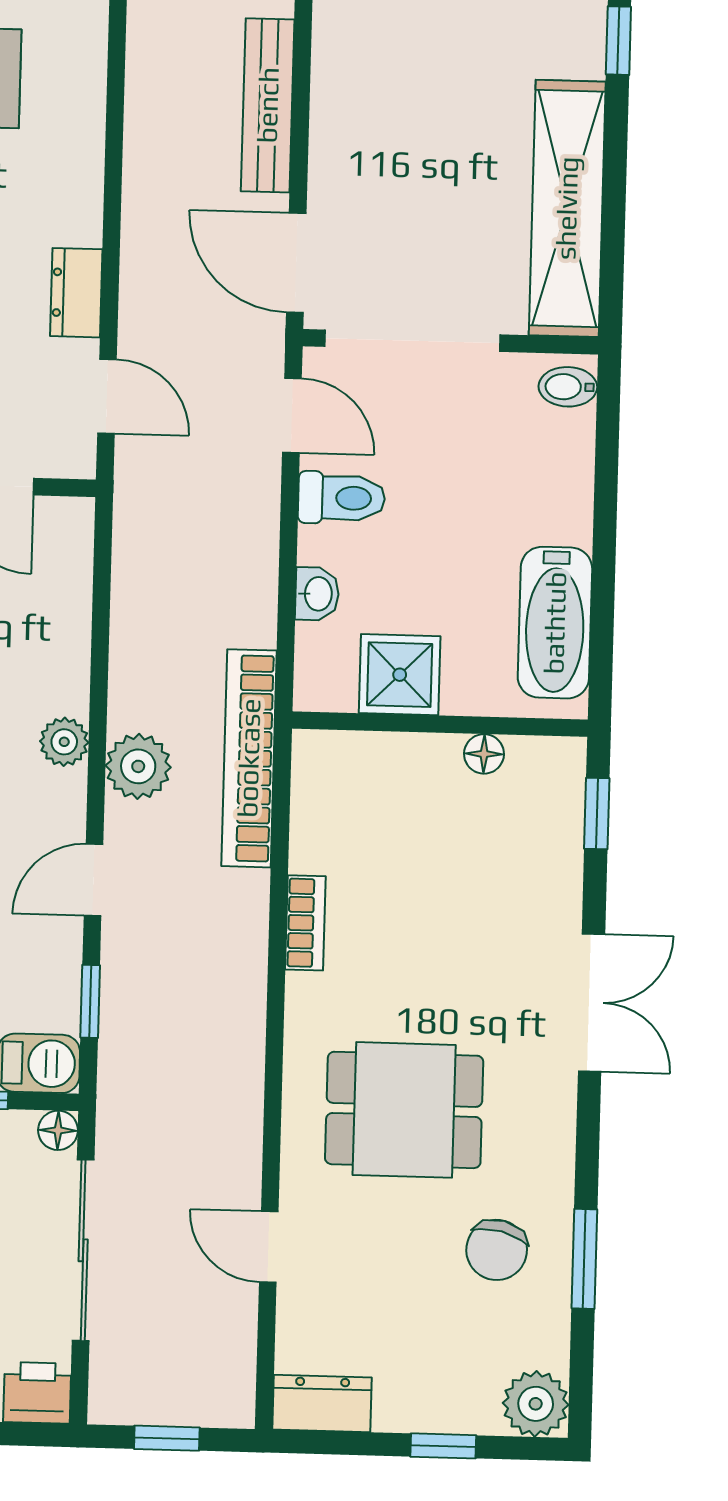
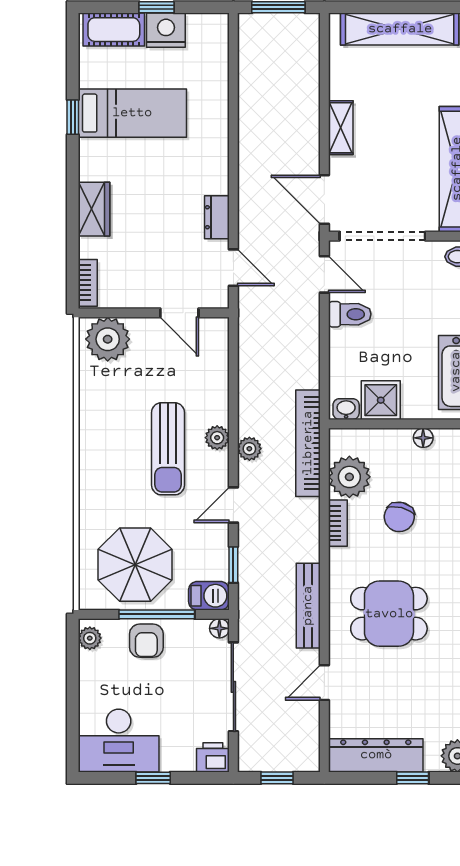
bench: (268, 105) -> (308, 606), moved
shelving: (334, 117) -> (341, 128), added
washbasin: (317, 594) -> (346, 409), moved, turned -90
plant: (138, 766) -> (249, 449), width x0.73, depth x0.73
plant: (331, 829) -> (349, 477), added
door: (269, 1247) -> (324, 683), hinge flipped
chair: (497, 1250) -> (399, 517), moved
dresser: (322, 1403) -> (376, 755), width x1.96, depth x1.24

